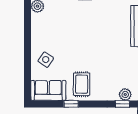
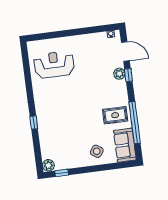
window: (28, 19) -> (62, 173), added
window: (71, 104) -> (135, 123), width x3.17

